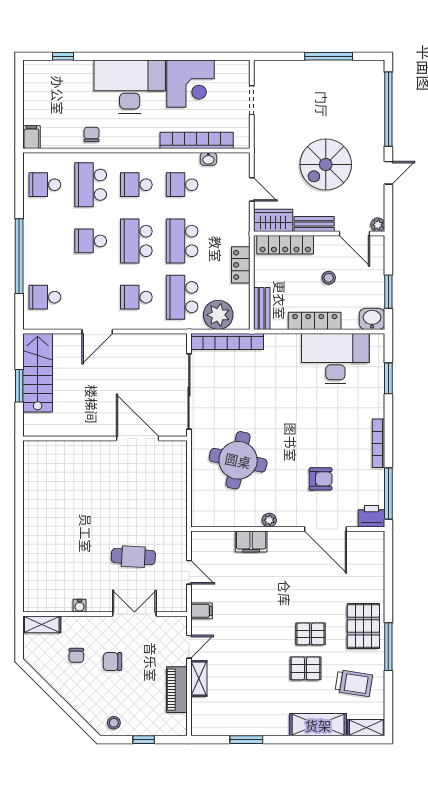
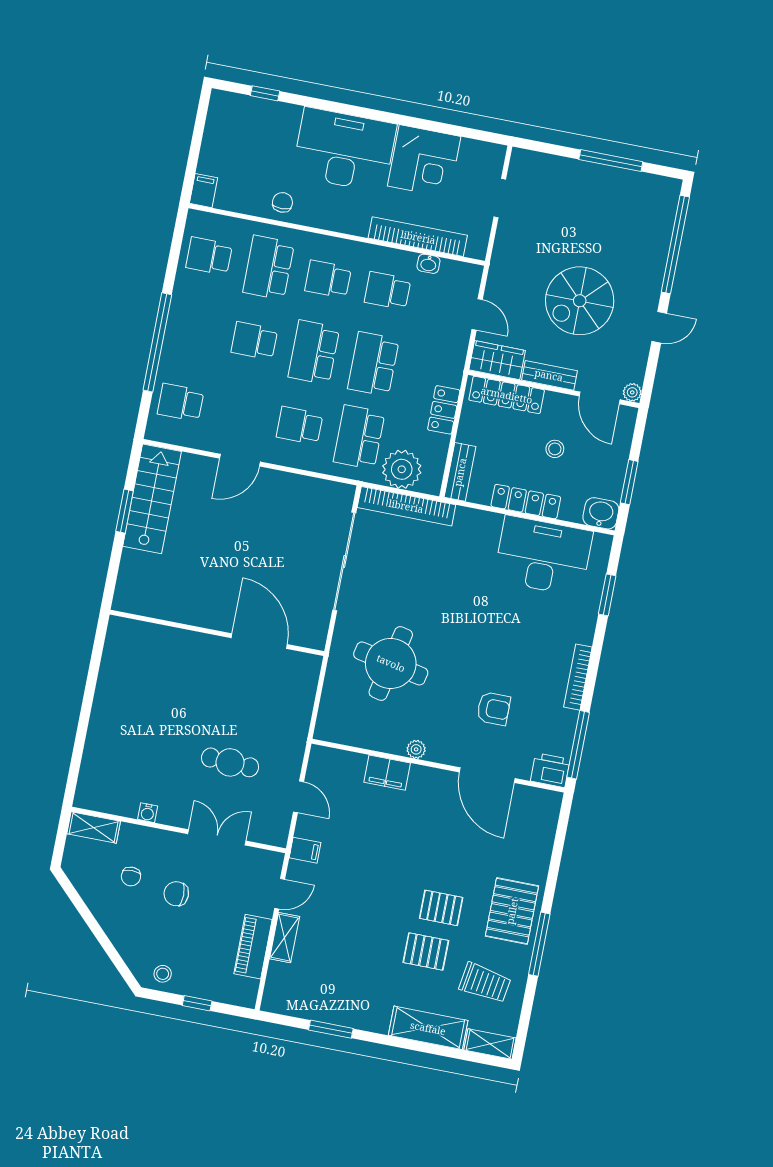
wall: (105, 439) -> (217, 633), moved
door: (137, 439) -> (259, 641), moved

